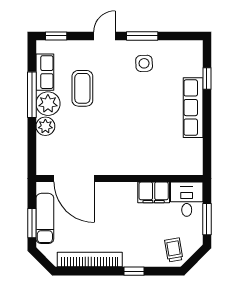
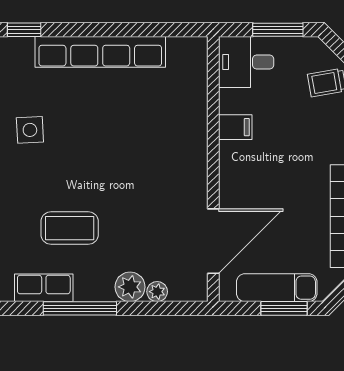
window: (207, 78) -> (24, 30), moved
plant: (48, 104) -> (157, 292), moved, width x0.53, depth x0.53
row of seats: (193, 108) -> (100, 52), width x1.36
filing cabinet: (154, 192) -> (235, 127), width x0.50

